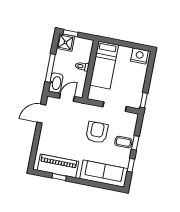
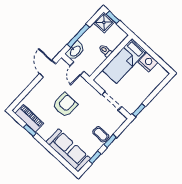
nightstand: (139, 56) -> (148, 62), moved
door: (67, 97) -> (77, 69), swing flipped
door: (41, 114) -> (48, 69), hinge flipped
armchair: (97, 132) -> (65, 105), moved
piano: (58, 166) -> (29, 118), width x0.73, depth x0.75

